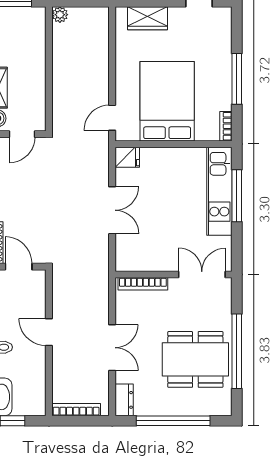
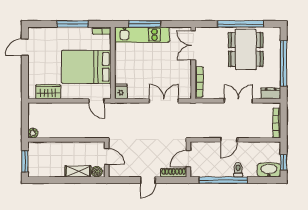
wardrobe: (148, 18) -> (48, 92), moved, turned -90
double door: (112, 210) -> (164, 101), moved

